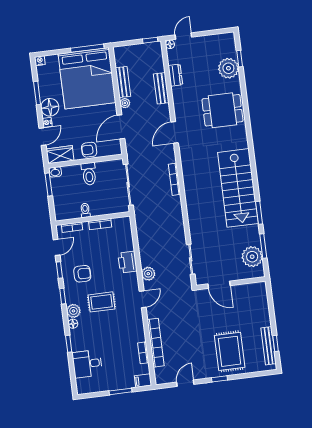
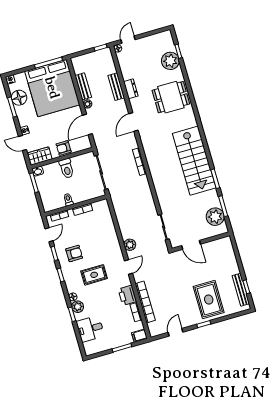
dresser: (175, 75) -> (131, 89), moved
floor lamp: (50, 107) -> (19, 98), moved
door: (43, 137) -> (23, 143), swing flipped
printer: (127, 262) -> (127, 295), moved
plant: (73, 311) -> (78, 307), moved

